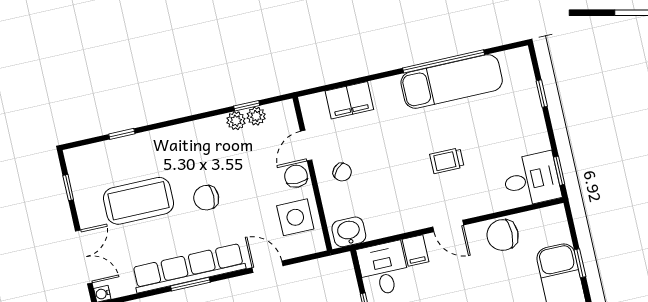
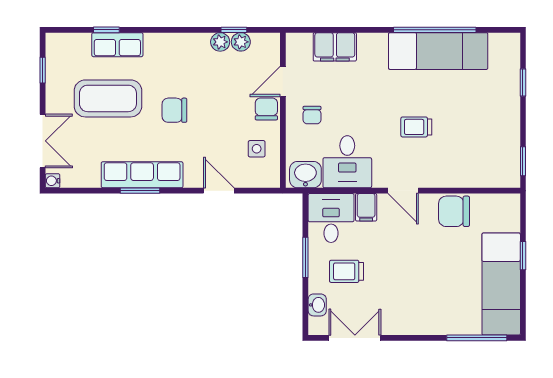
row of seats: (136, 146) -> (117, 45), added
chair: (342, 172) -> (312, 115), turned 47
desk: (531, 180) -> (347, 162), moved, turned 90
side table: (295, 217) -> (257, 149), width x0.54, depth x0.54
row of seats: (189, 268) -> (142, 175), width x0.73

